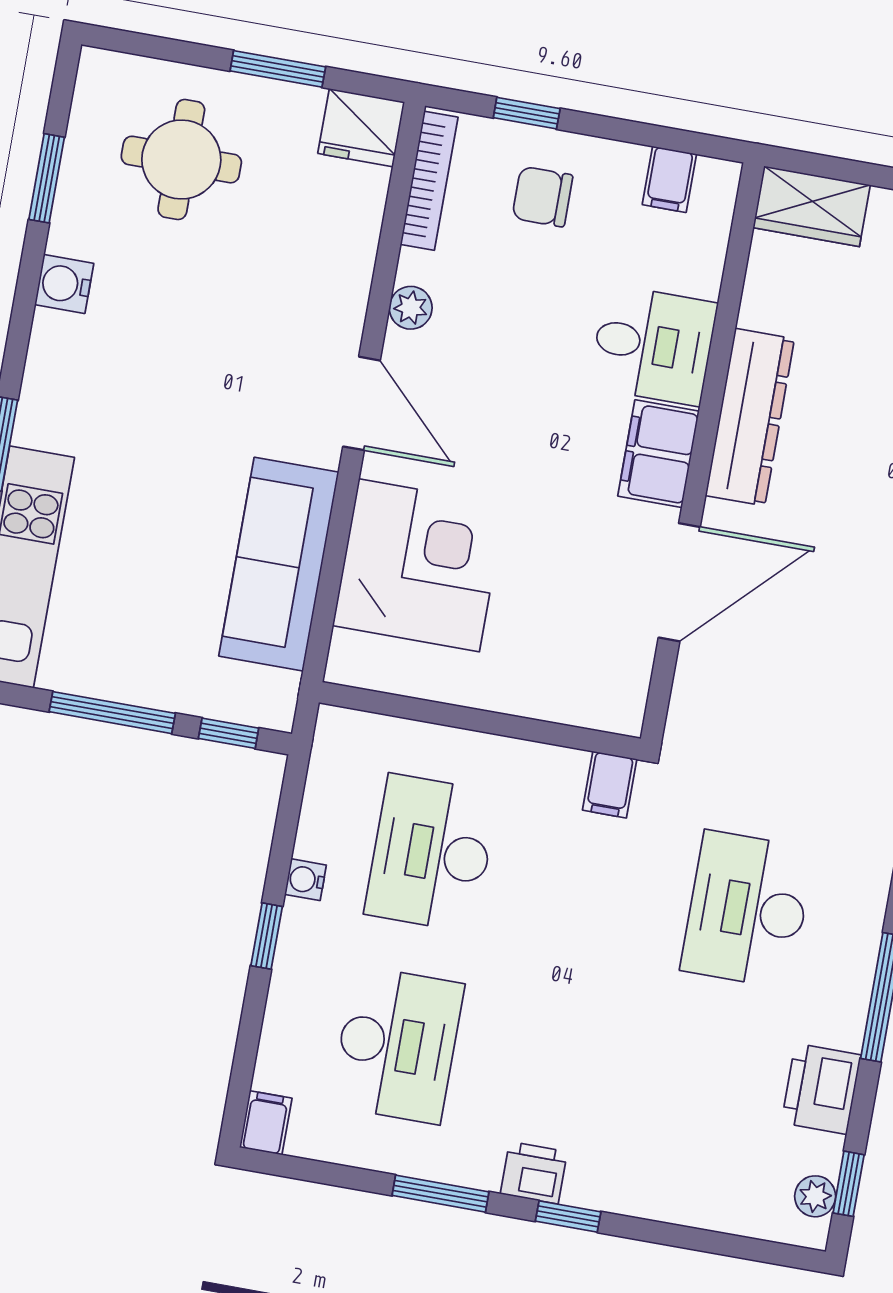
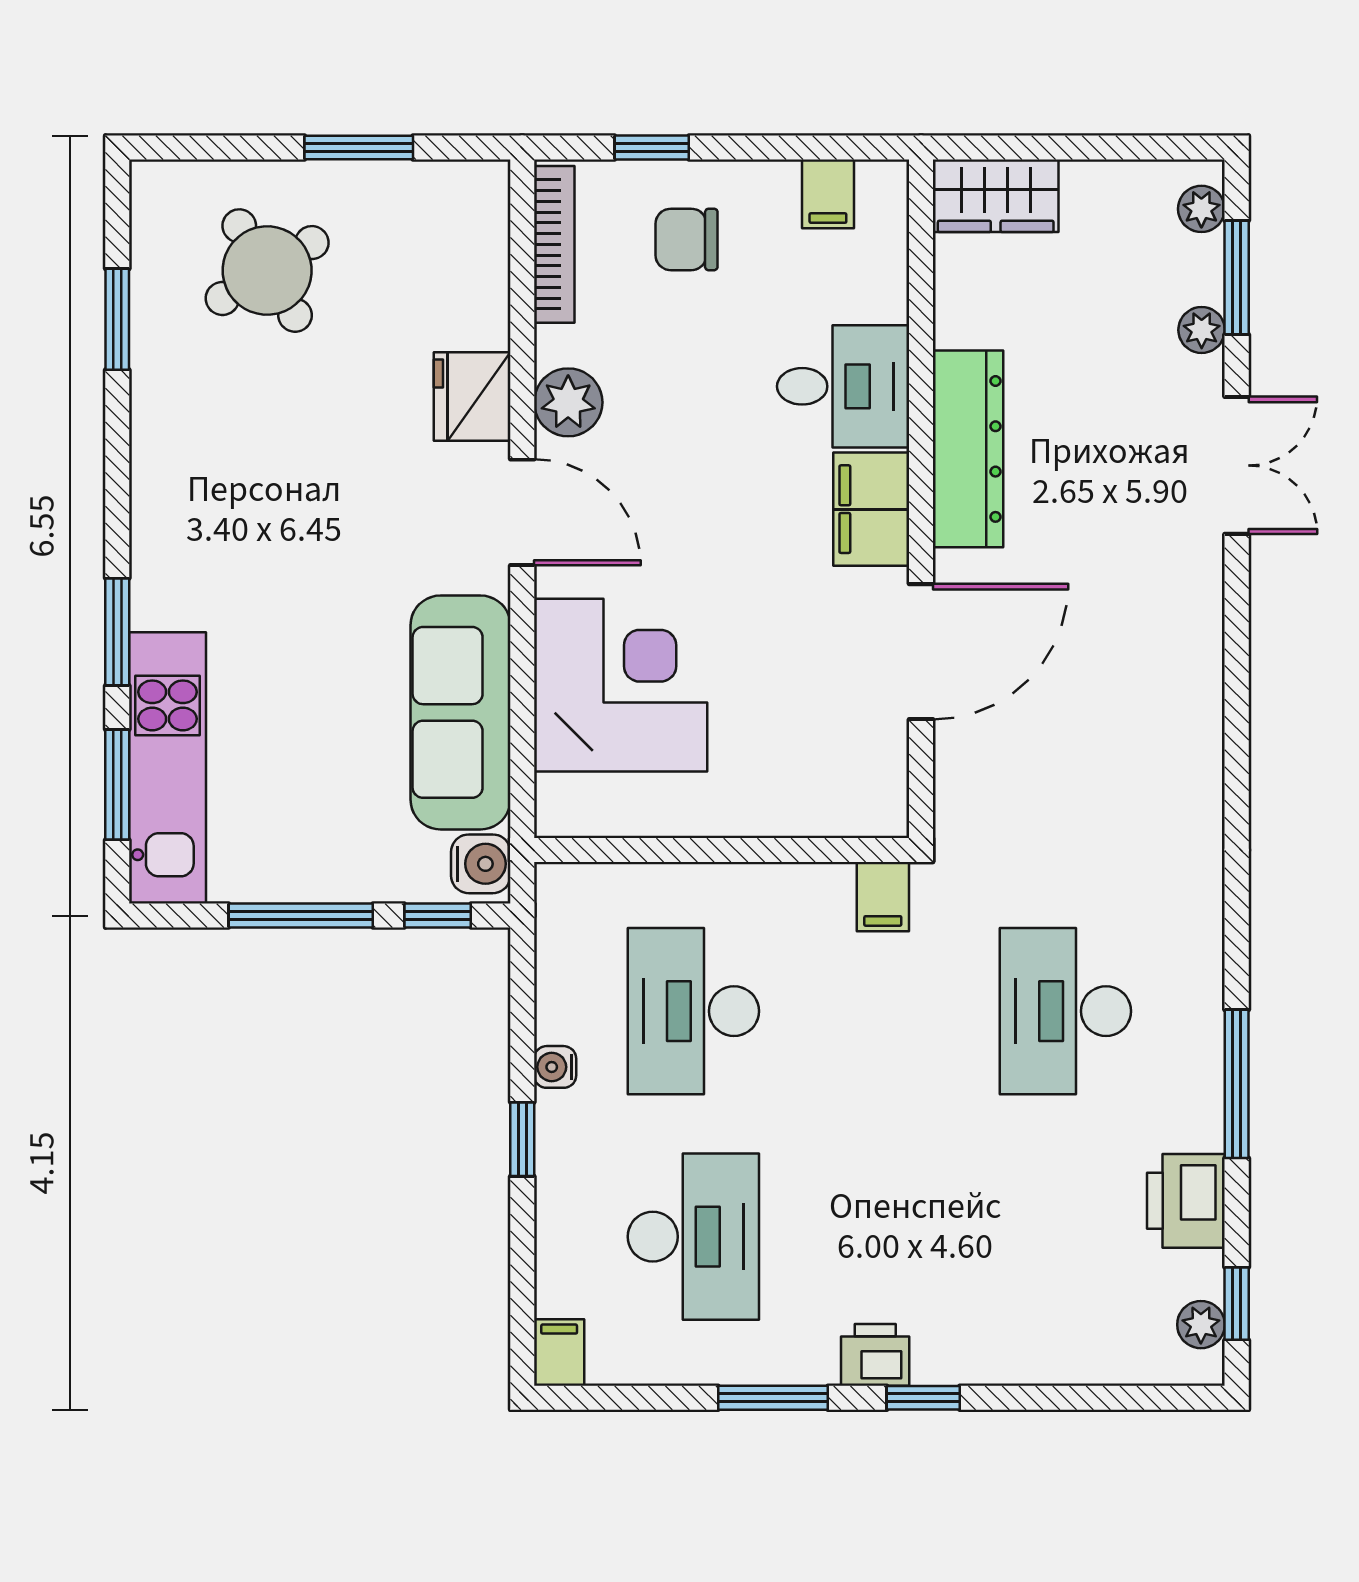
fridge: (361, 128) -> (472, 397), moved, turned 90
round table: (181, 160) -> (267, 271), turned -32
water cooler: (64, 284) -> (481, 864), moved, turned 180
plant: (411, 308) -> (568, 402), width x1.38, depth x1.38

